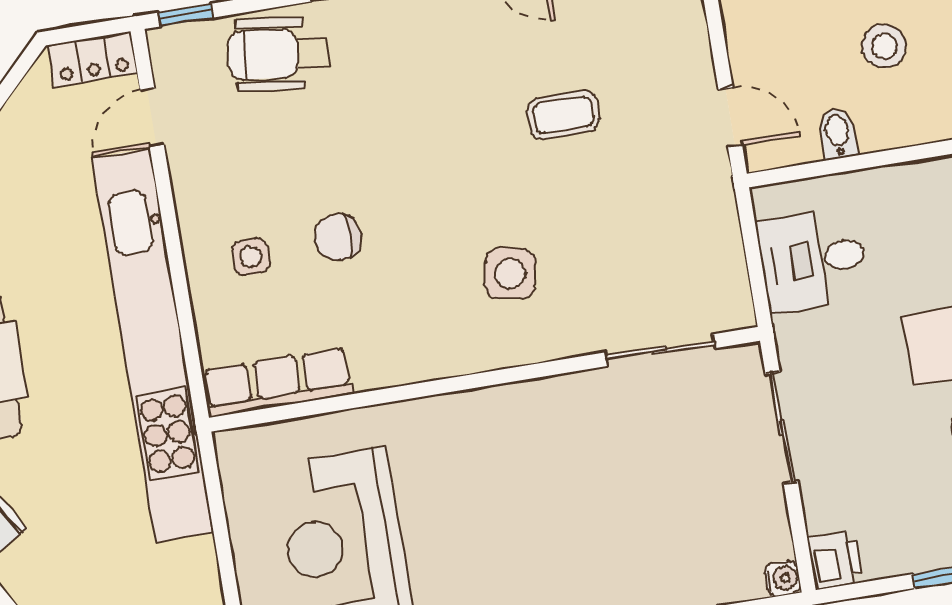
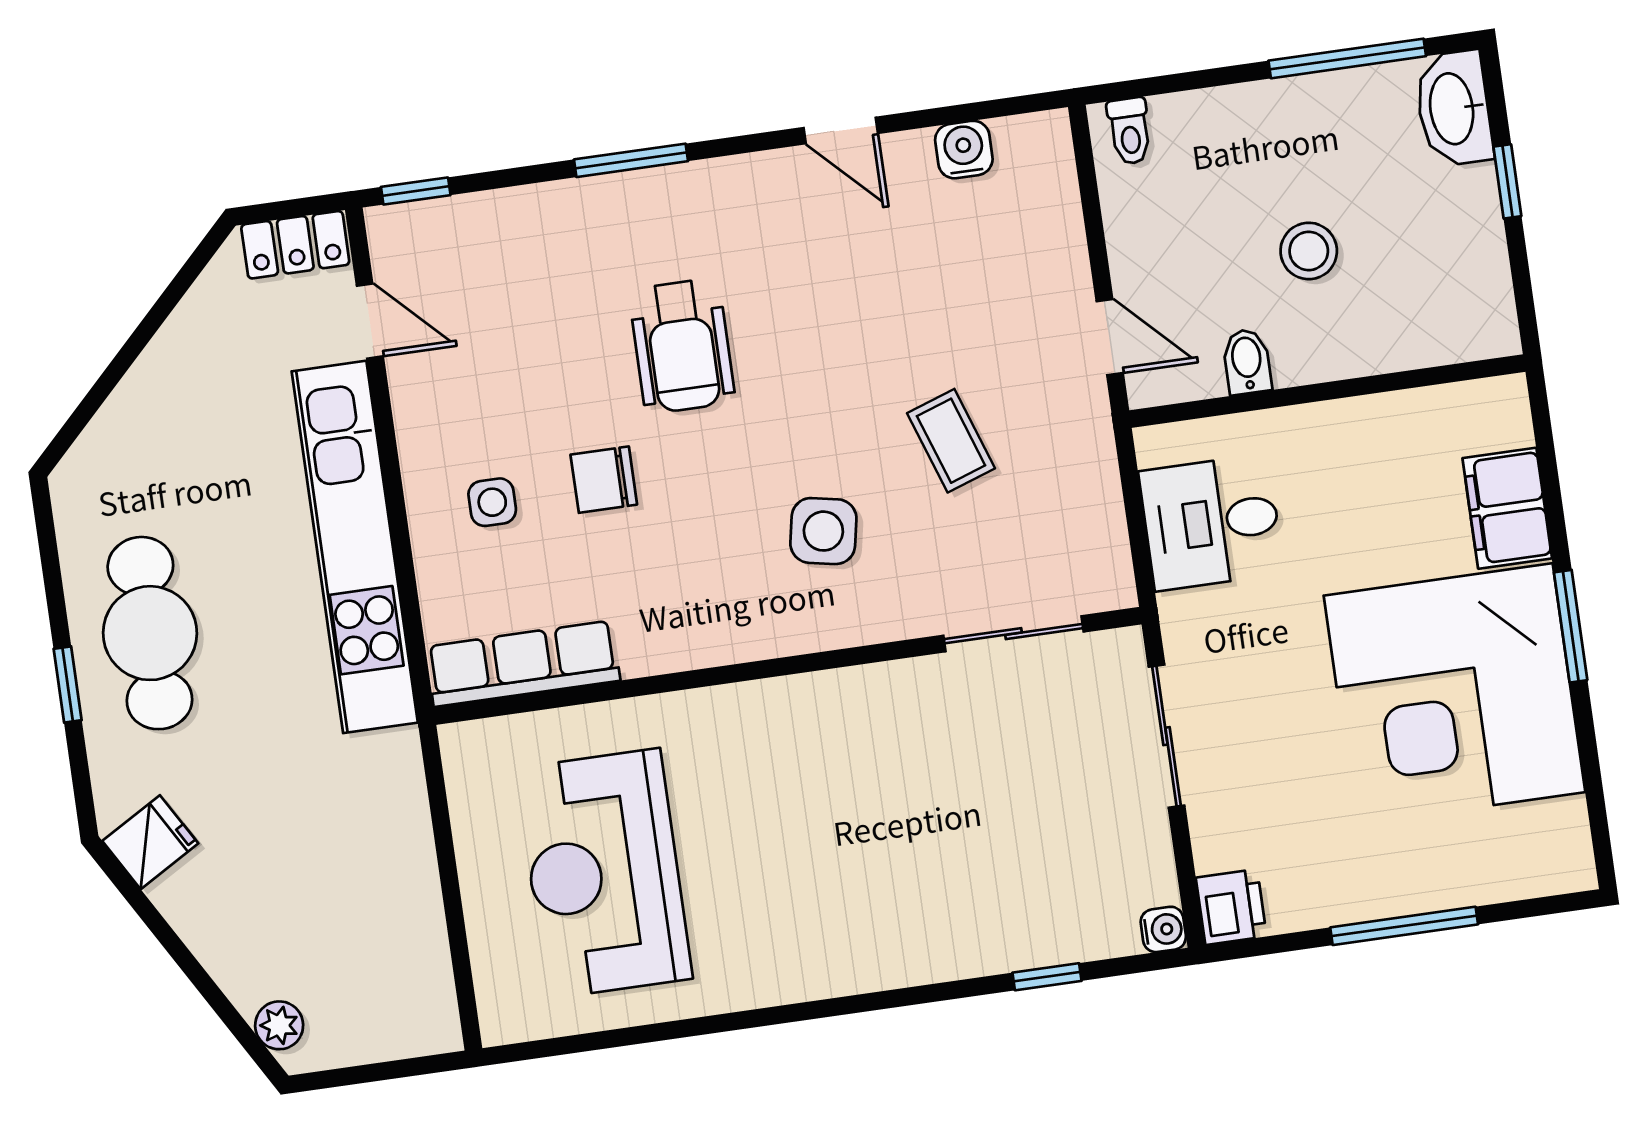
wheelchair: (278, 54) -> (682, 346), moved, turned -97
coffee table: (563, 115) -> (951, 441), moved, turned 71
door: (152, 118) -> (370, 321), swing flipped
kitchen unit: (153, 345) -> (355, 547), width x0.73

